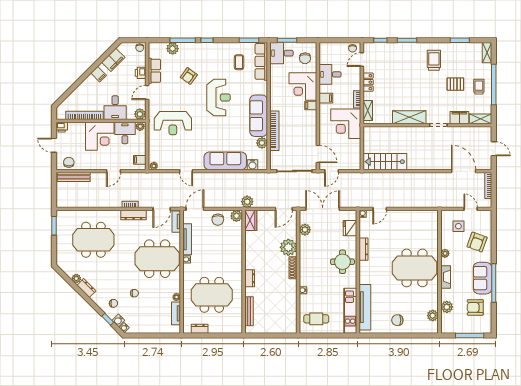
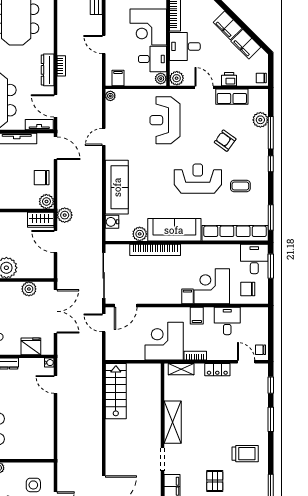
row of seats: (261, 61) -> (235, 233), width x1.36
coffee table: (239, 62) -> (240, 186), moved
filing cabinet: (99, 74) -> (228, 25), width x2.00
reception desk: (219, 97) -> (198, 179), turned 180
door: (284, 209) -> (56, 241), moved

